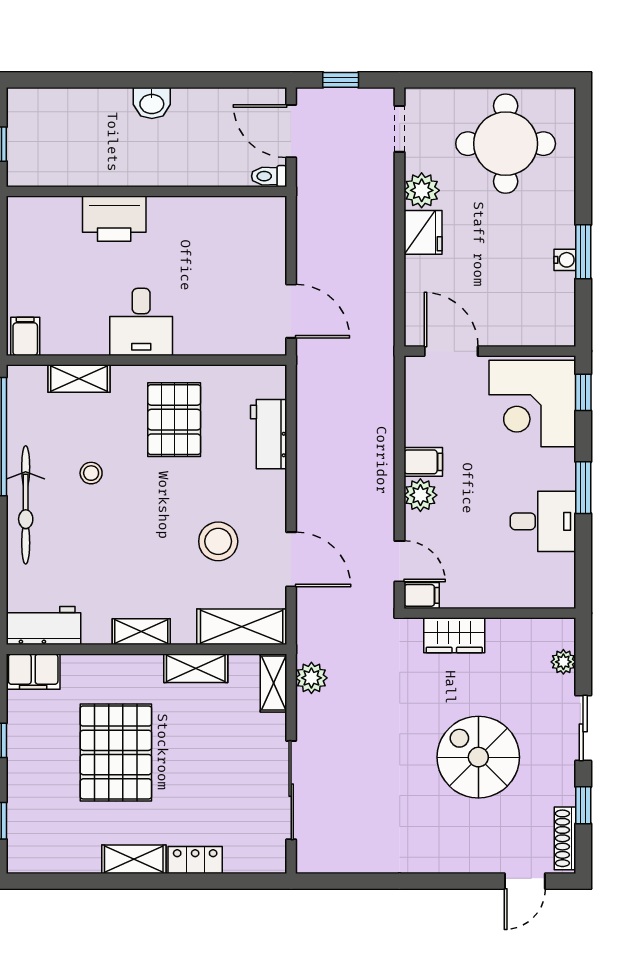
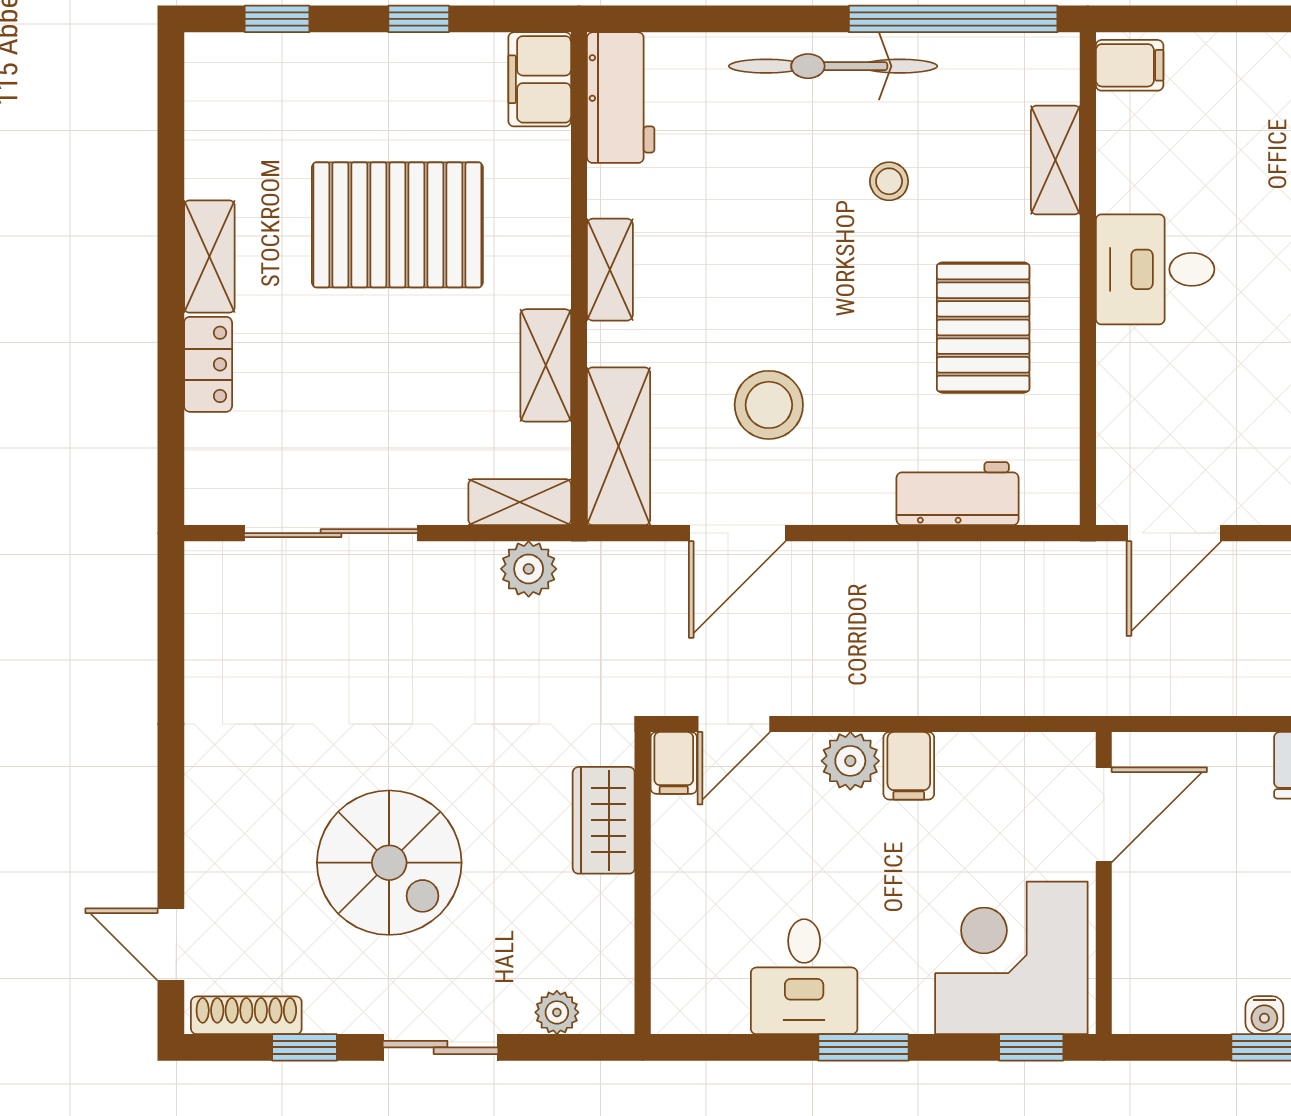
pallet: (174, 420) -> (983, 328), turned 90
spiral stairs: (478, 757) -> (389, 863), turned 90

